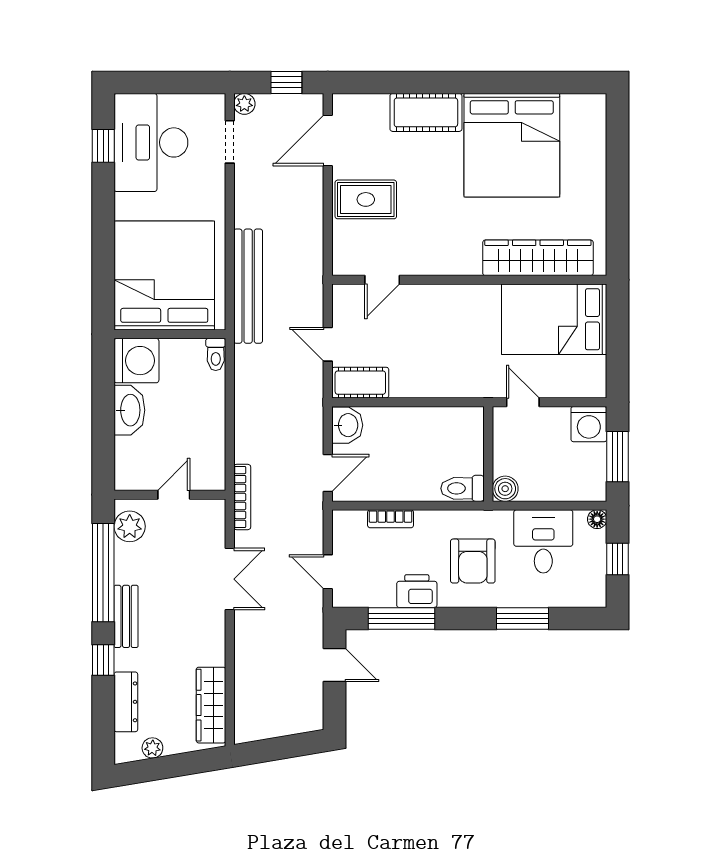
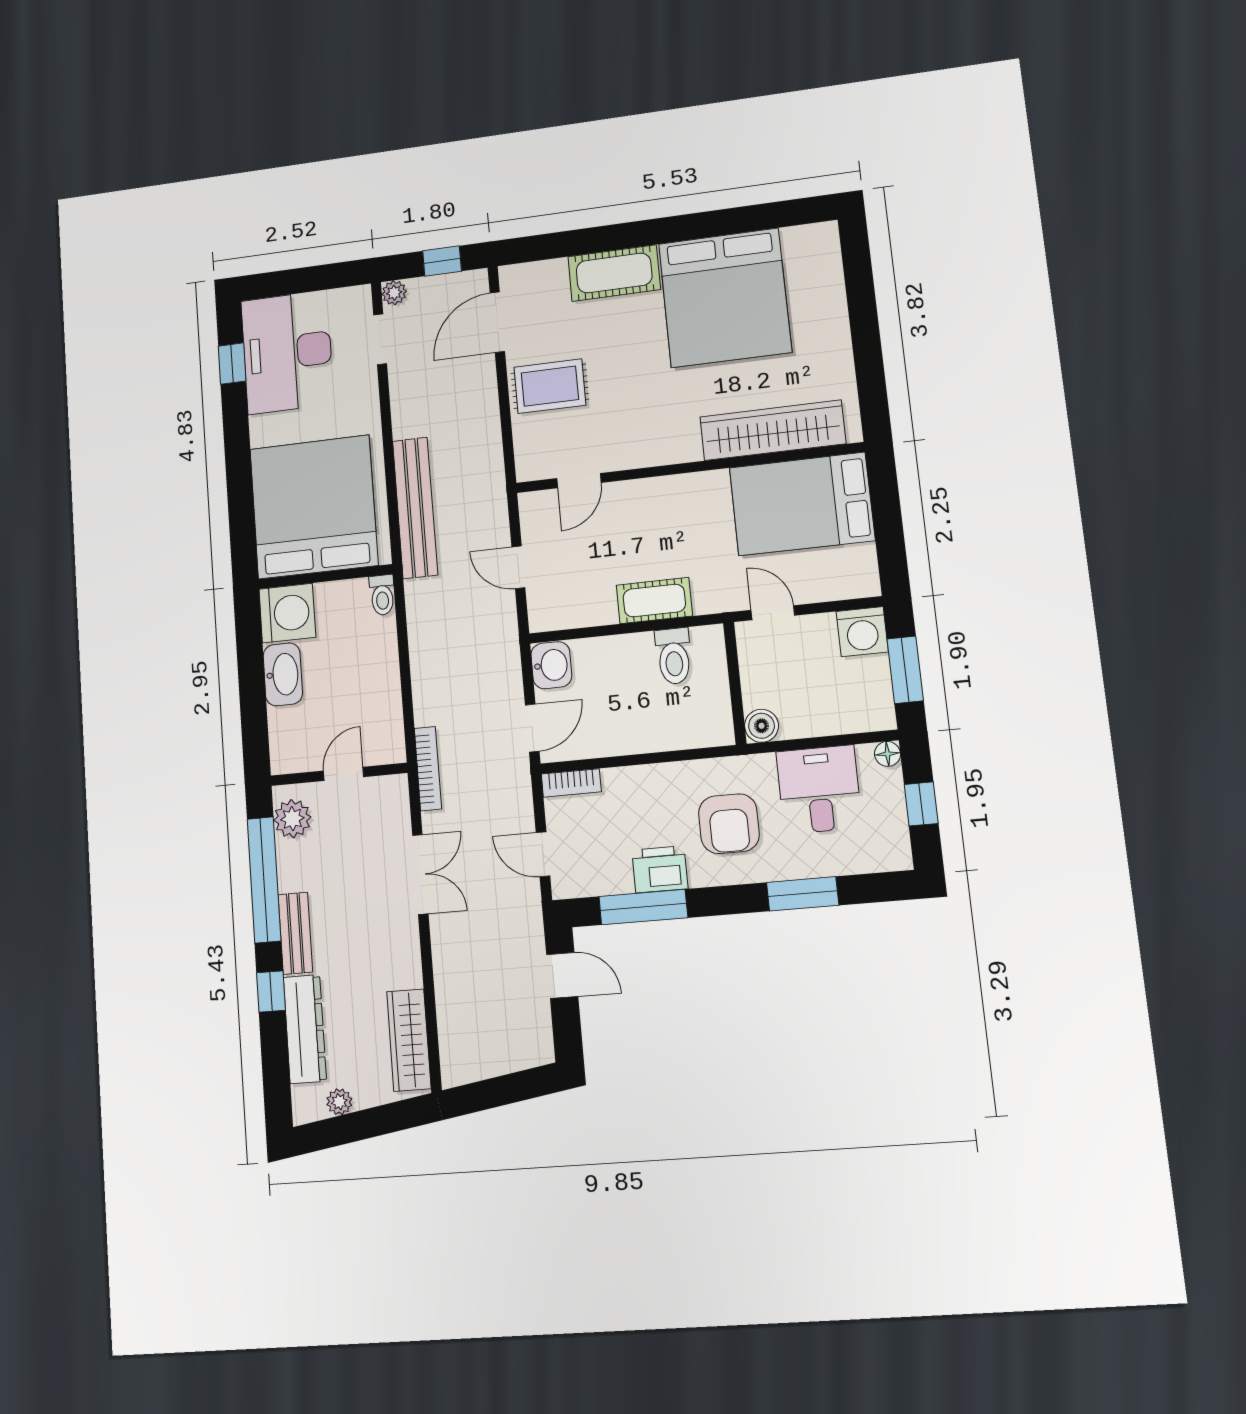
cot: (360, 383) -> (654, 601), moved
toilet: (463, 488) -> (674, 656), moved, turned -90
bookcase: (391, 519) -> (571, 783), moved
dresser: (126, 702) -> (305, 1029), width x1.37, depth x1.24

